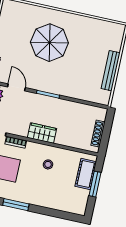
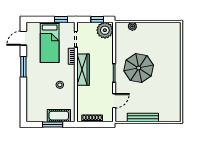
parasol: (49, 43) -> (139, 68), moved
door: (16, 87) -> (114, 101), moved
wardrobe: (42, 133) -> (83, 70), width x1.50

